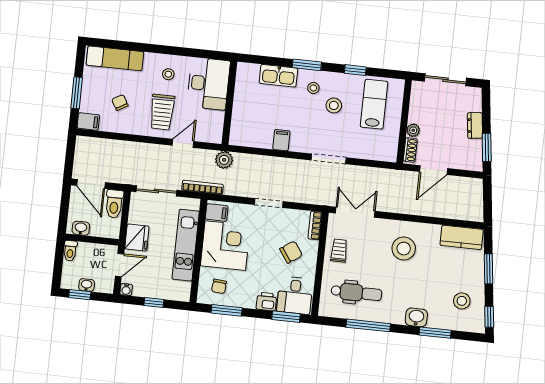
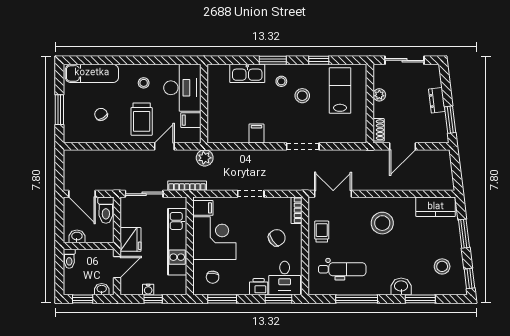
filing cabinet: (88, 122) -> (191, 120), moved, turned 180
plant: (413, 130) -> (379, 95), moved
washbasin: (87, 285) -> (102, 289), moved
water cooler: (126, 290) -> (148, 289), moved

